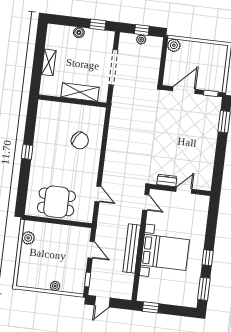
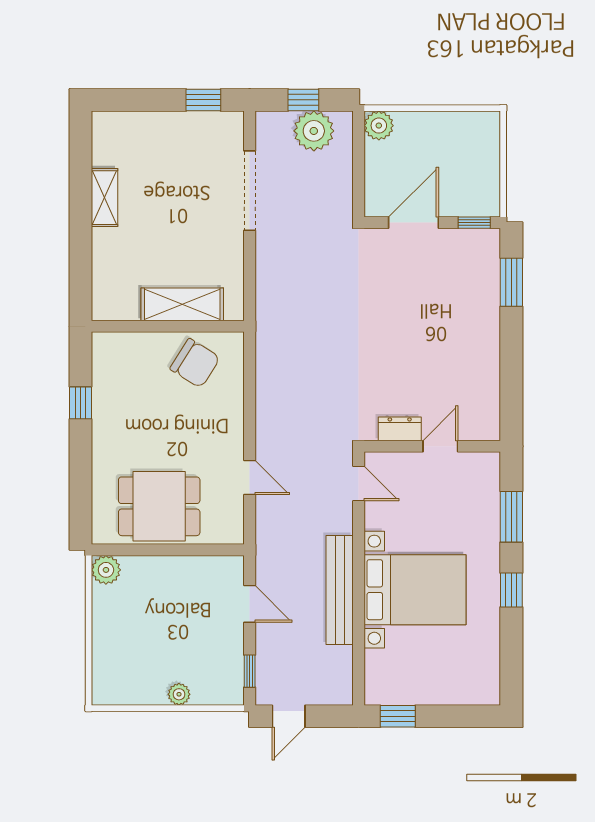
boiler: (79, 33) -> (164, 123), removed
plant: (141, 40) -> (314, 131), width x1.88, depth x1.88
shelving: (80, 92) -> (182, 304), moved
wall: (72, 101) -> (168, 326), moved
plant: (28, 238) -> (106, 570), moved
window: (204, 289) -> (511, 517), moved

